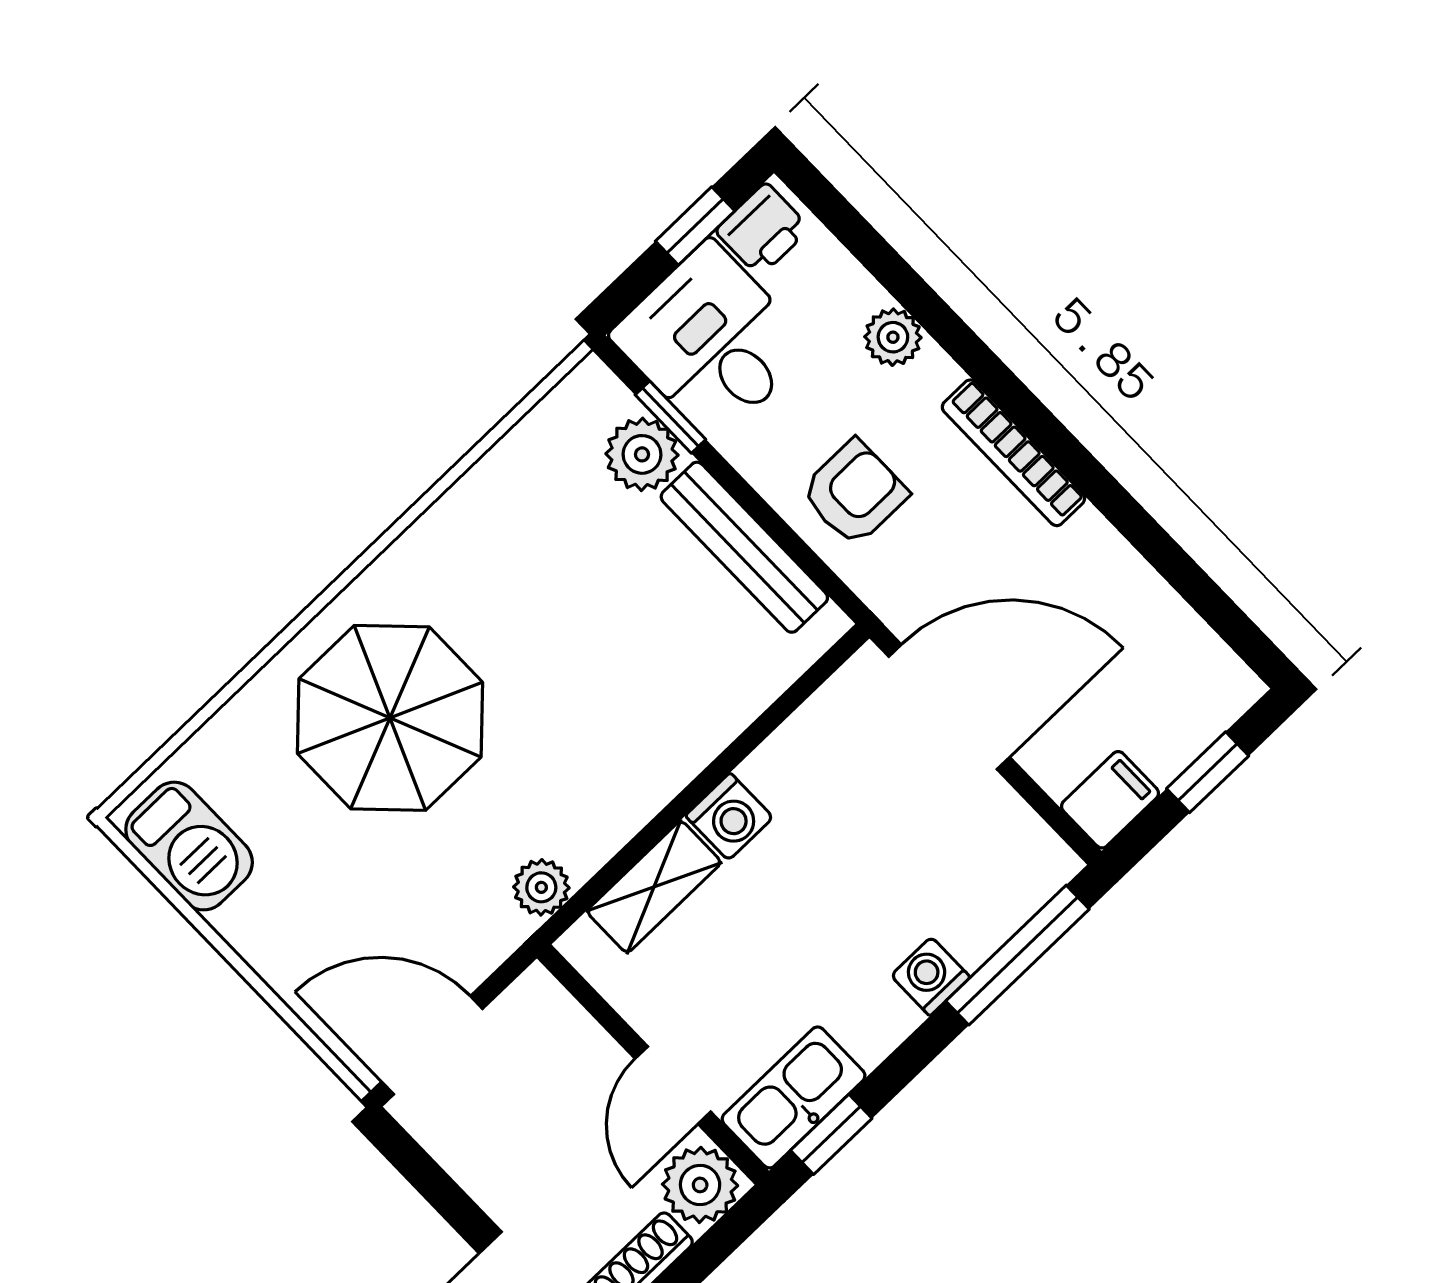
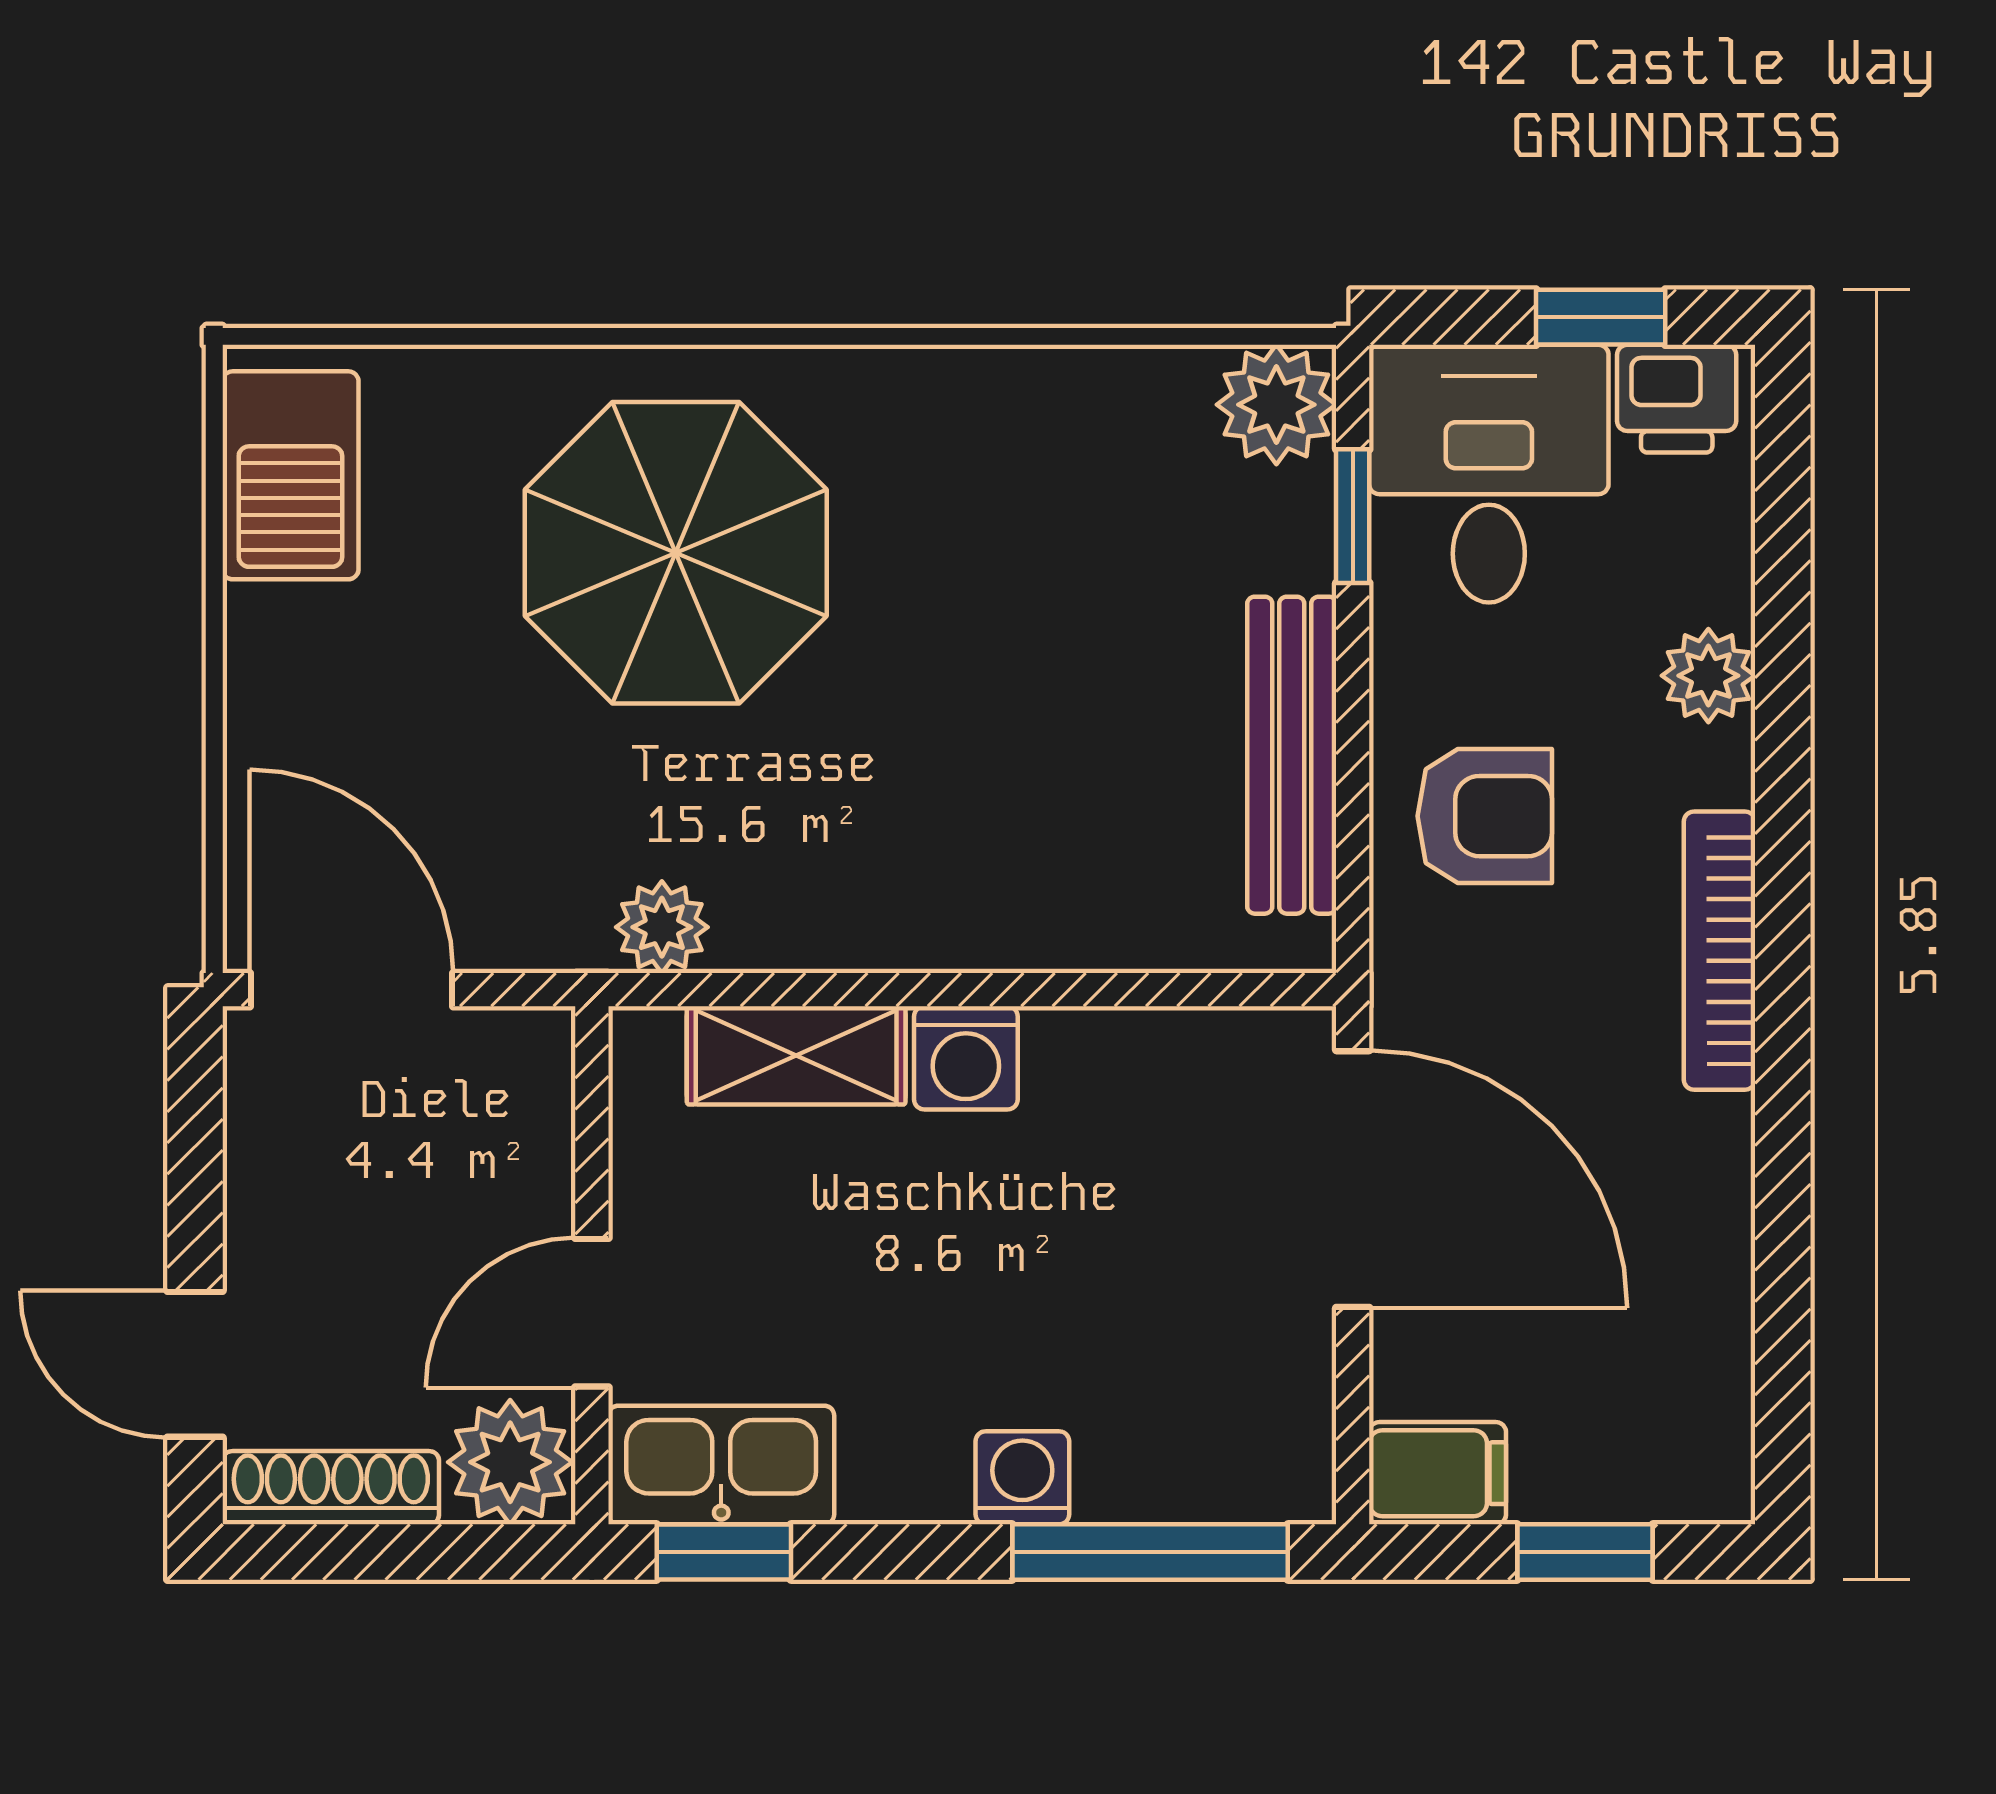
plant: (642, 454) -> (1276, 405), moved

